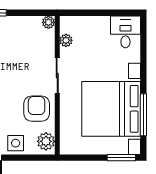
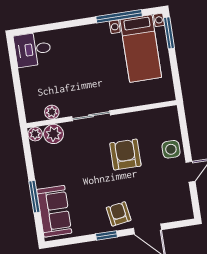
armchair: (37, 109) -> (125, 155), moved, turned 90
bed with nightstands: (111, 109) -> (141, 49), width x0.54
plant: (46, 141) -> (53, 134), moved

